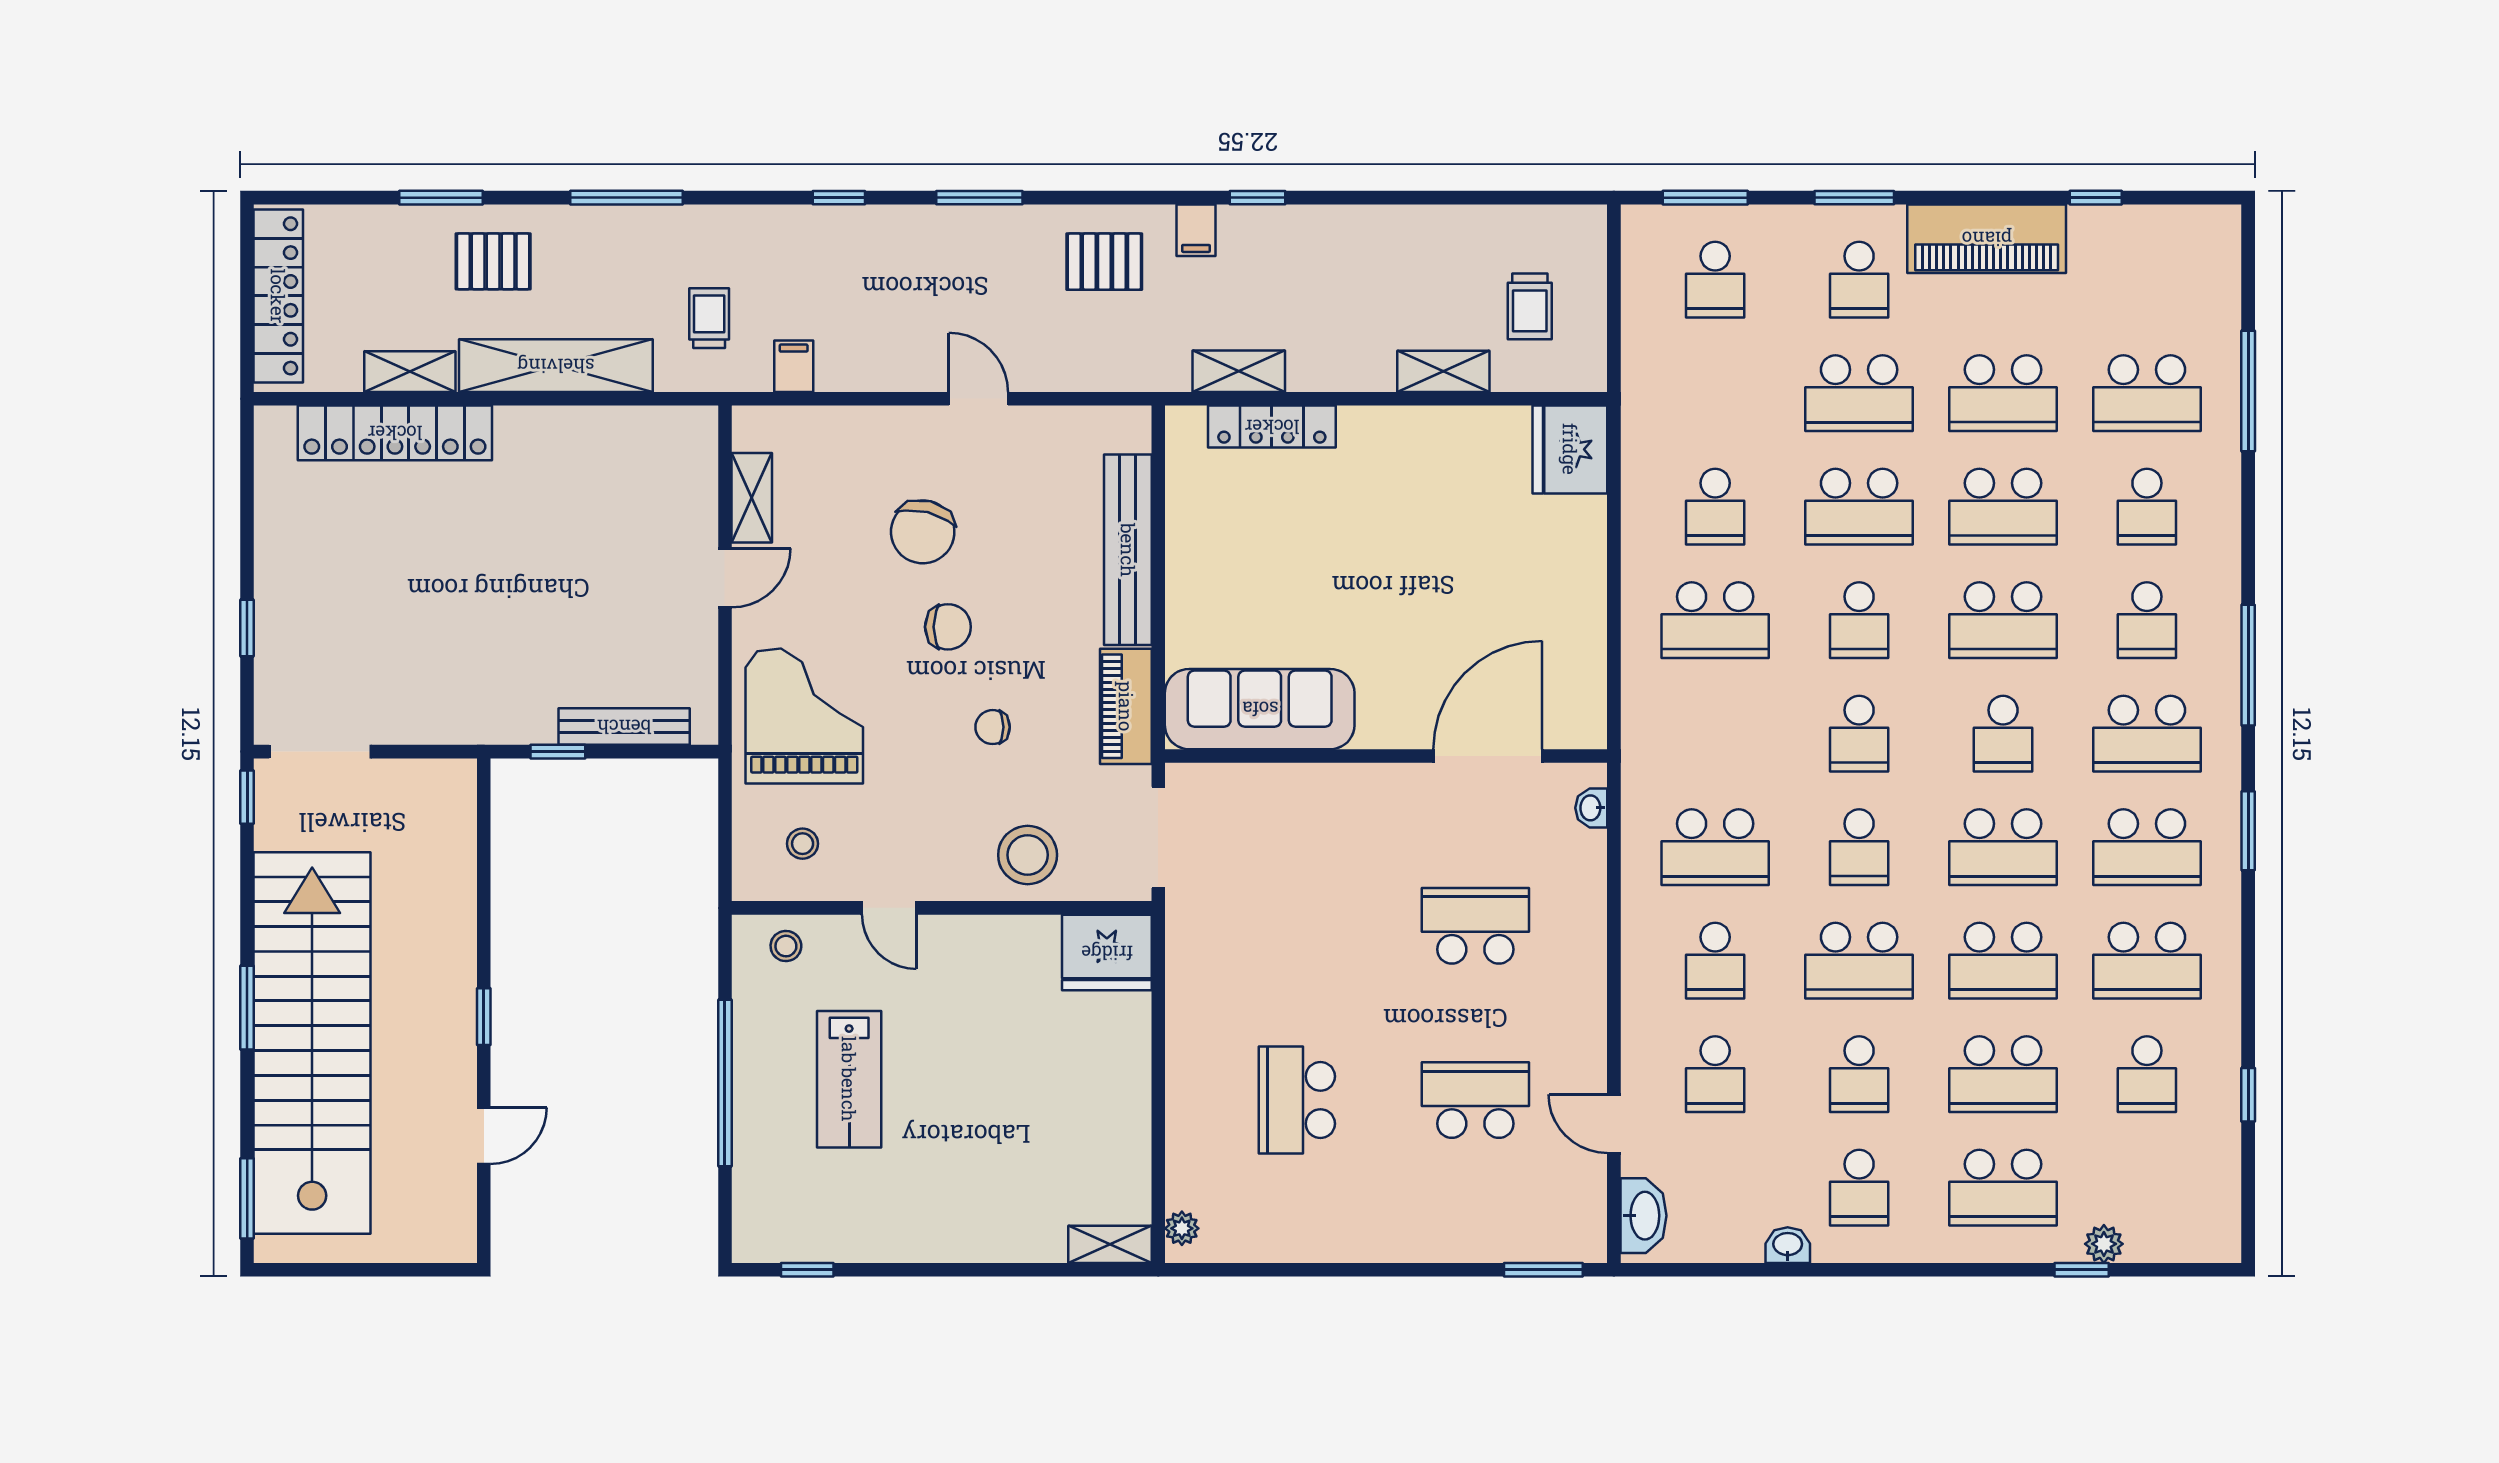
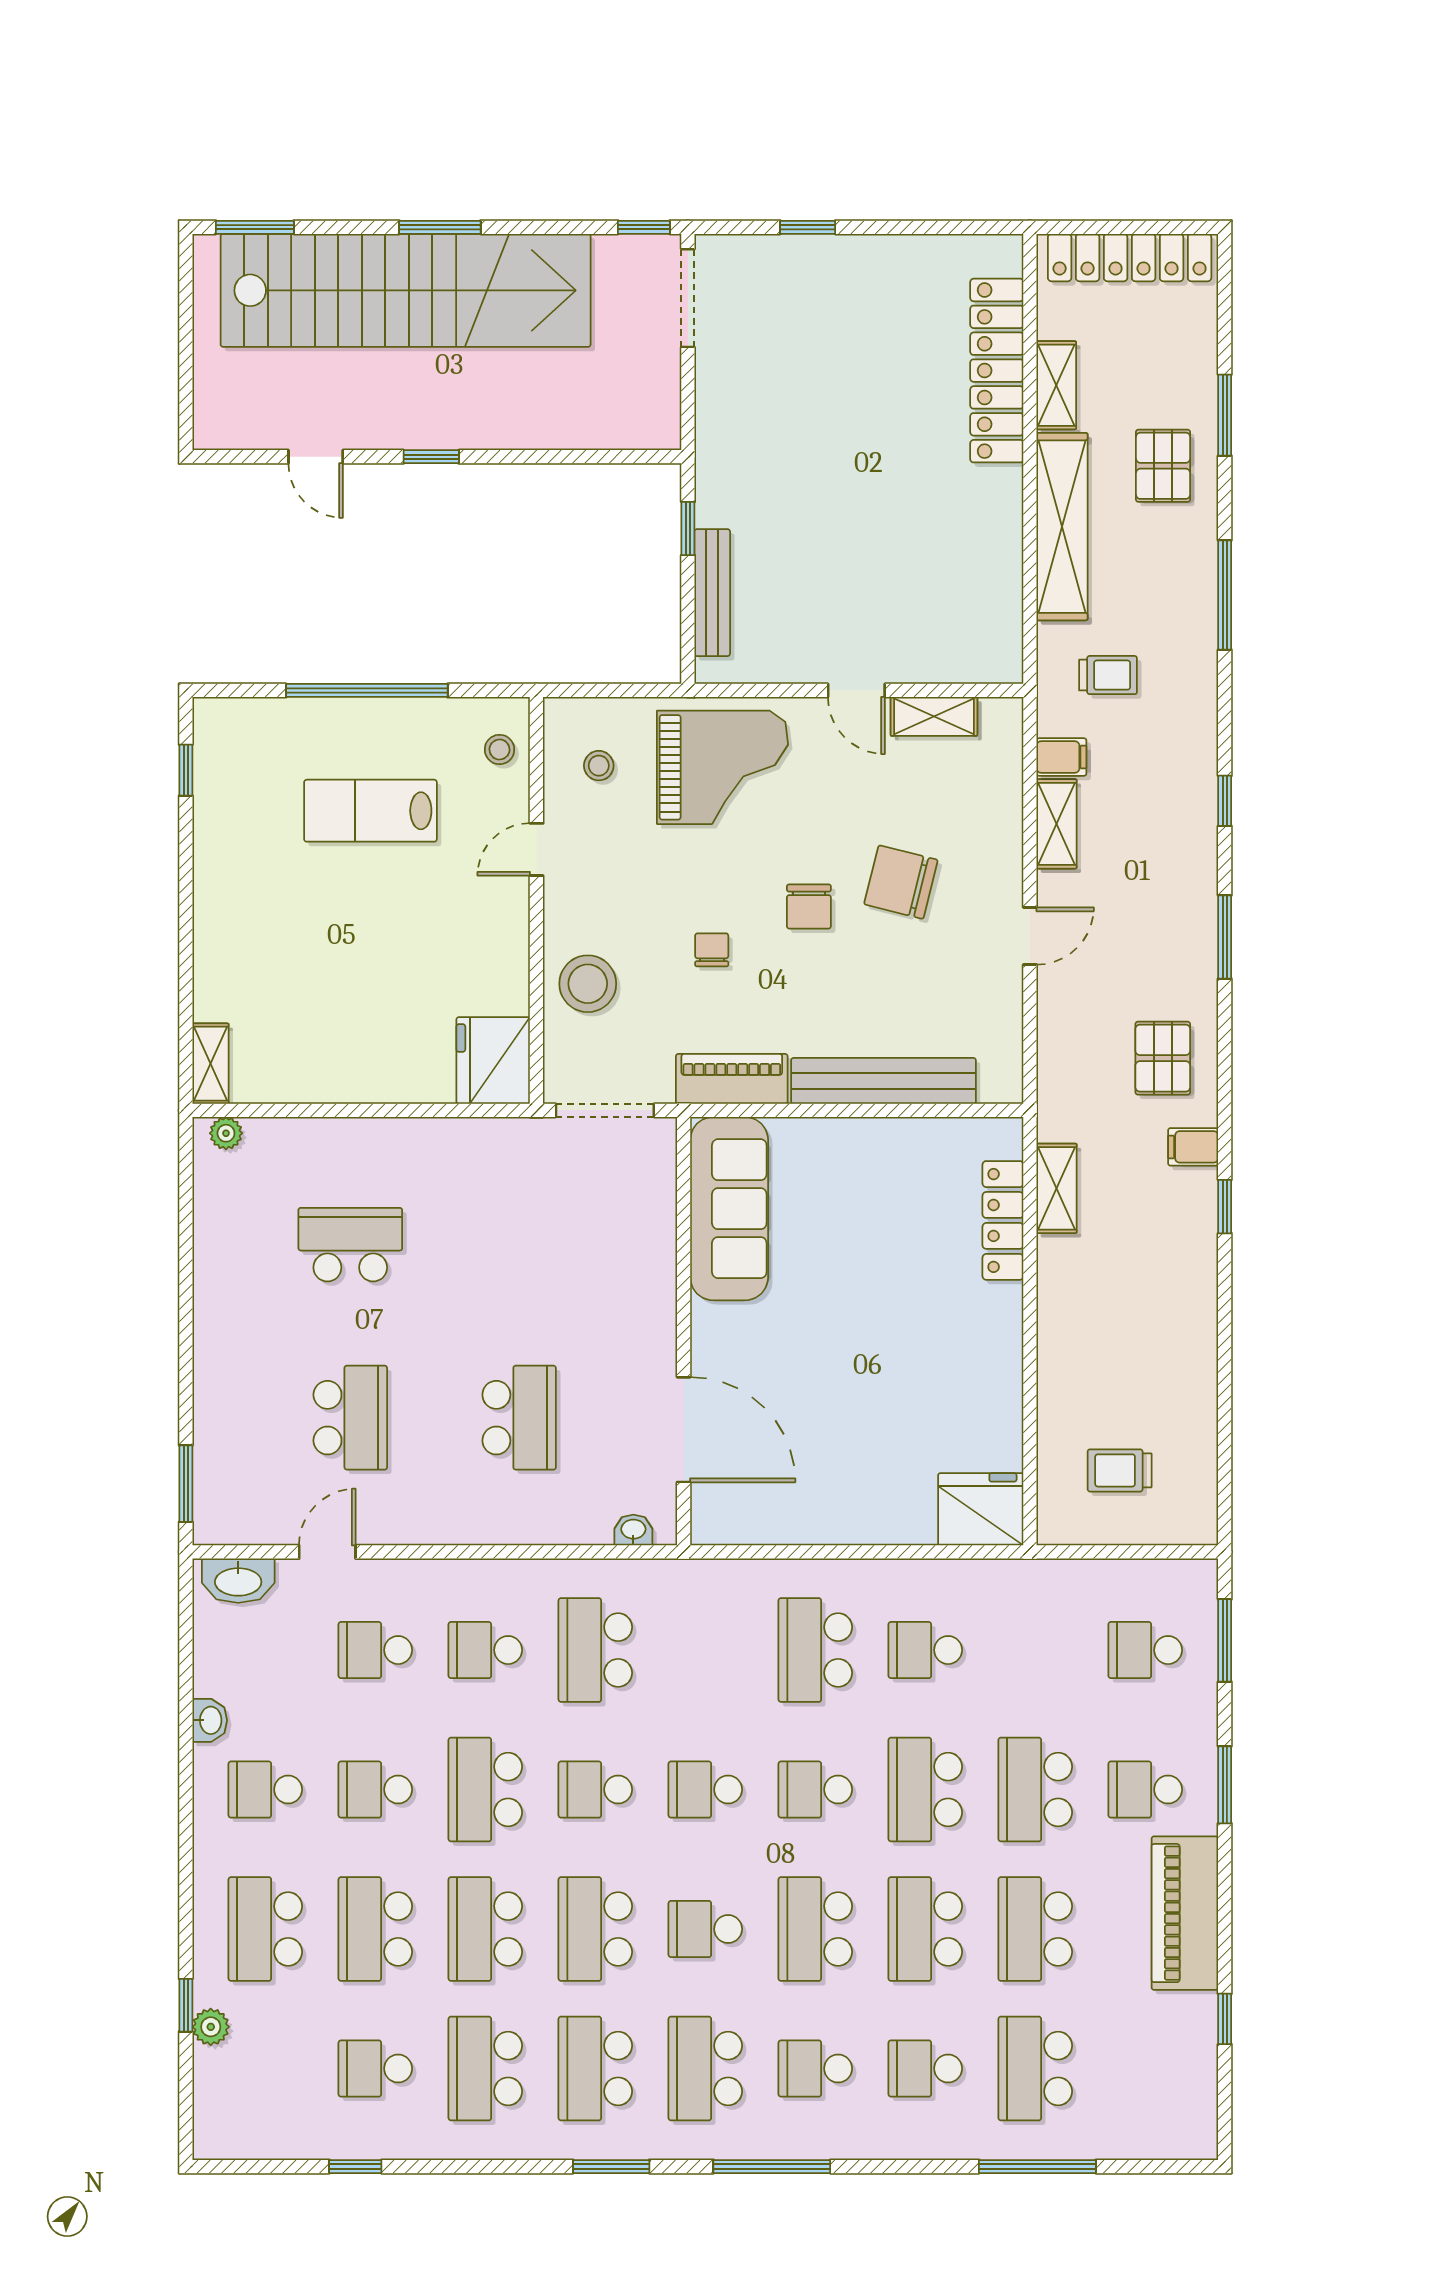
shelving: (1443, 371) -> (1057, 824), moved

